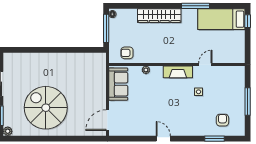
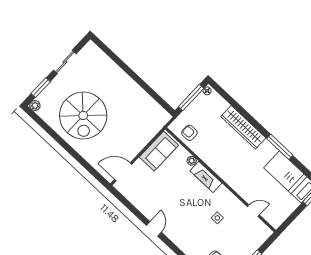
door: (205, 65) -> (253, 211), moved
fireplace: (178, 72) -> (206, 177), moved
spiral stairs: (46, 108) -> (83, 115), turned 180

